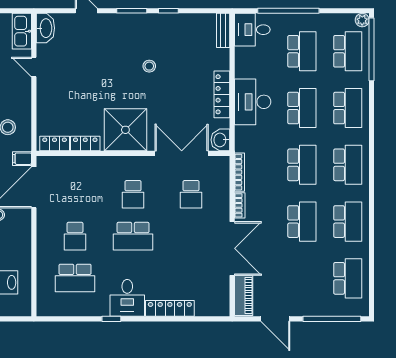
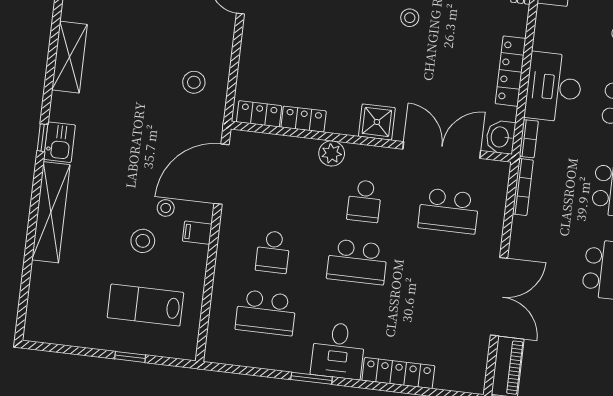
shower: (125, 130) -> (377, 122), width x0.54, depth x0.54
filing cabinet: (22, 159) -> (197, 233), moved
plant: (107, 165) -> (332, 153), added
school desk: (191, 194) -> (449, 211), width x1.85
bookcase: (240, 205) -> (529, 139), moved
window: (111, 319) -> (312, 378), width x1.50

